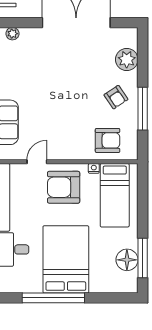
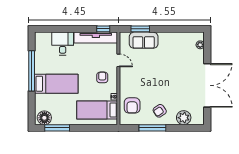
armchair: (64, 187) -> (102, 77), width x0.53, depth x0.53
bed: (66, 259) -> (56, 84), width x0.67
floor lamp: (127, 260) -> (44, 118), moved

